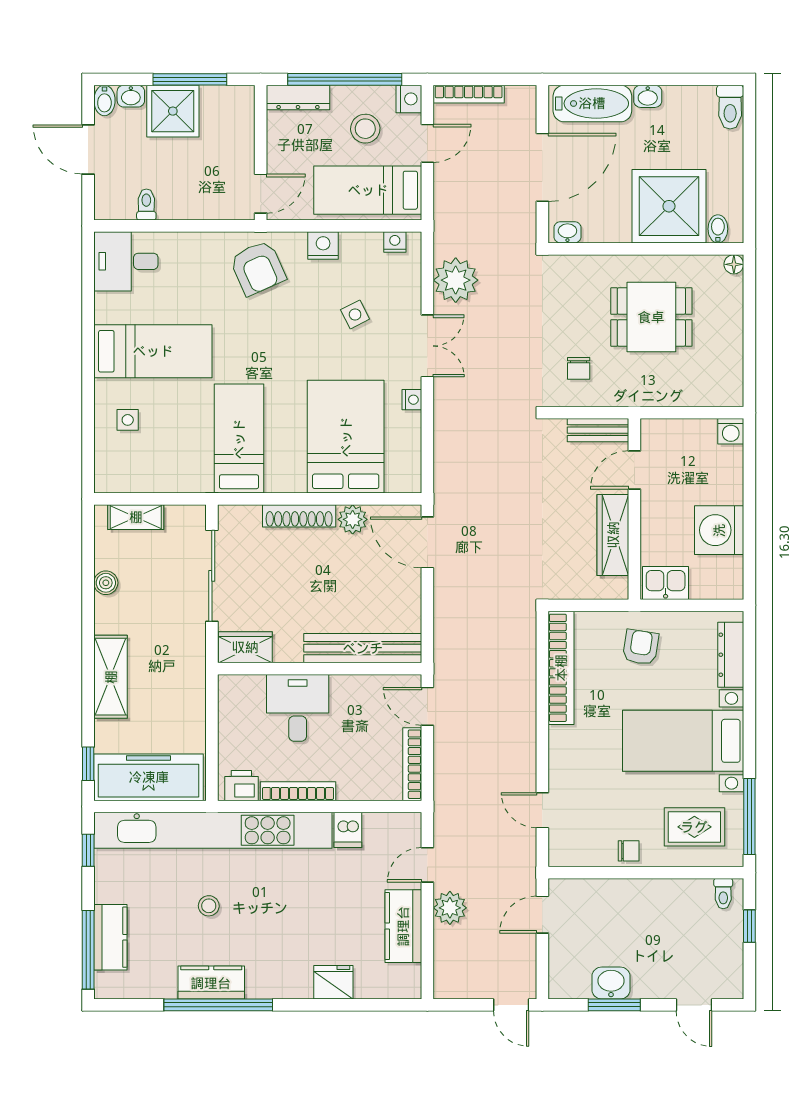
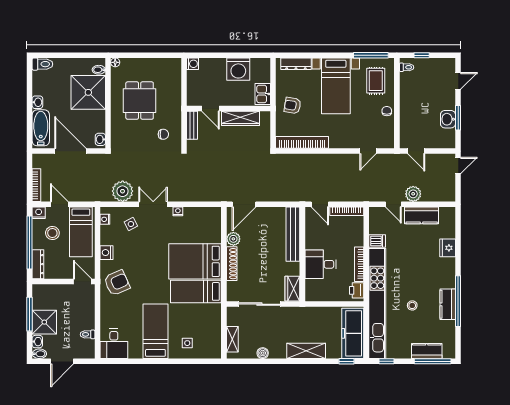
side table: (355, 314) -> (131, 224), moved
bed: (346, 437) -> (195, 261), moved
door: (427, 706) -> (320, 204), hinge flipped

